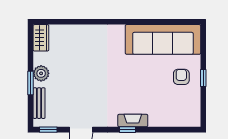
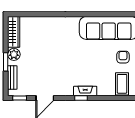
wardrobe: (41, 38) -> (14, 32), width x1.50
coffee table: (180, 111) -> (122, 84), added

